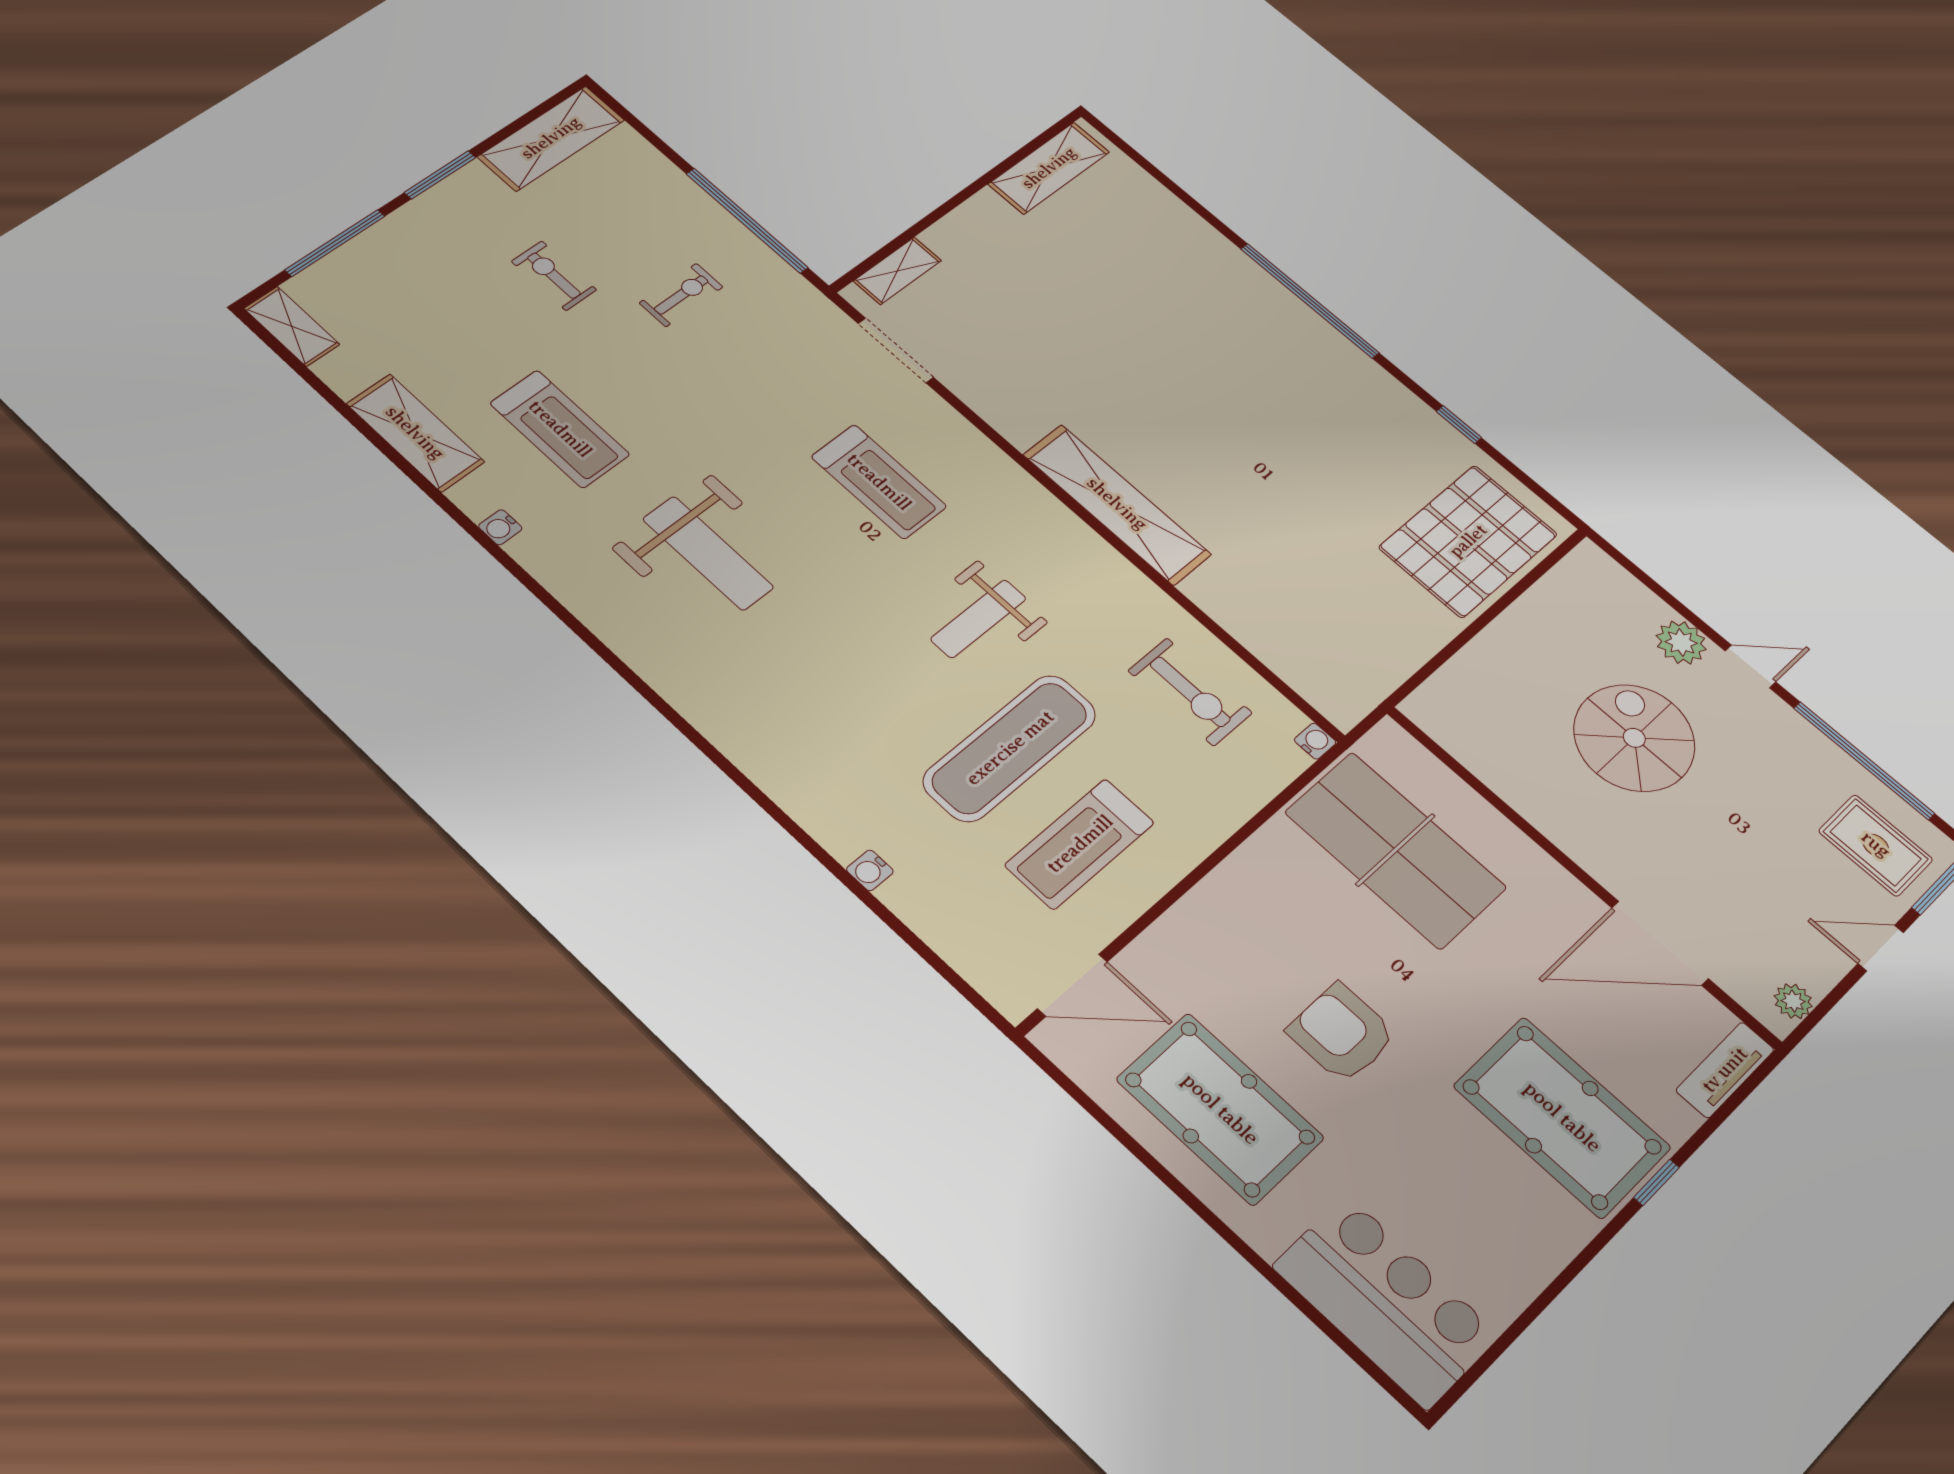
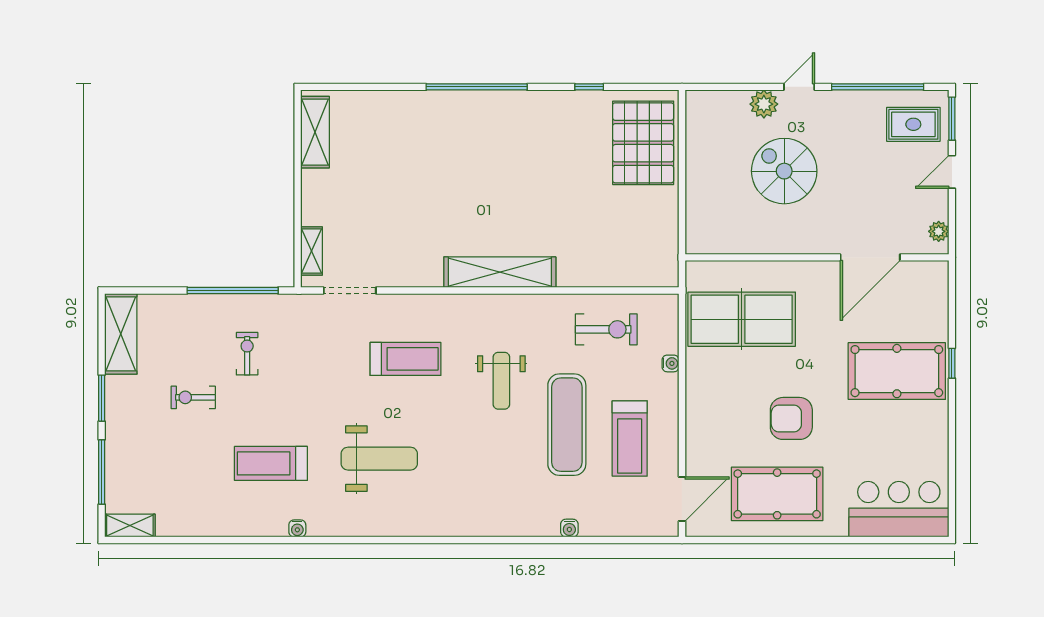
treadmill: (560, 429) -> (271, 463), turned 180
shelving: (415, 433) -> (224, 522), removed
water cooler: (1315, 741) -> (671, 363), moved, turned 90
tv unit: (1725, 1070) -> (938, 289), removed

